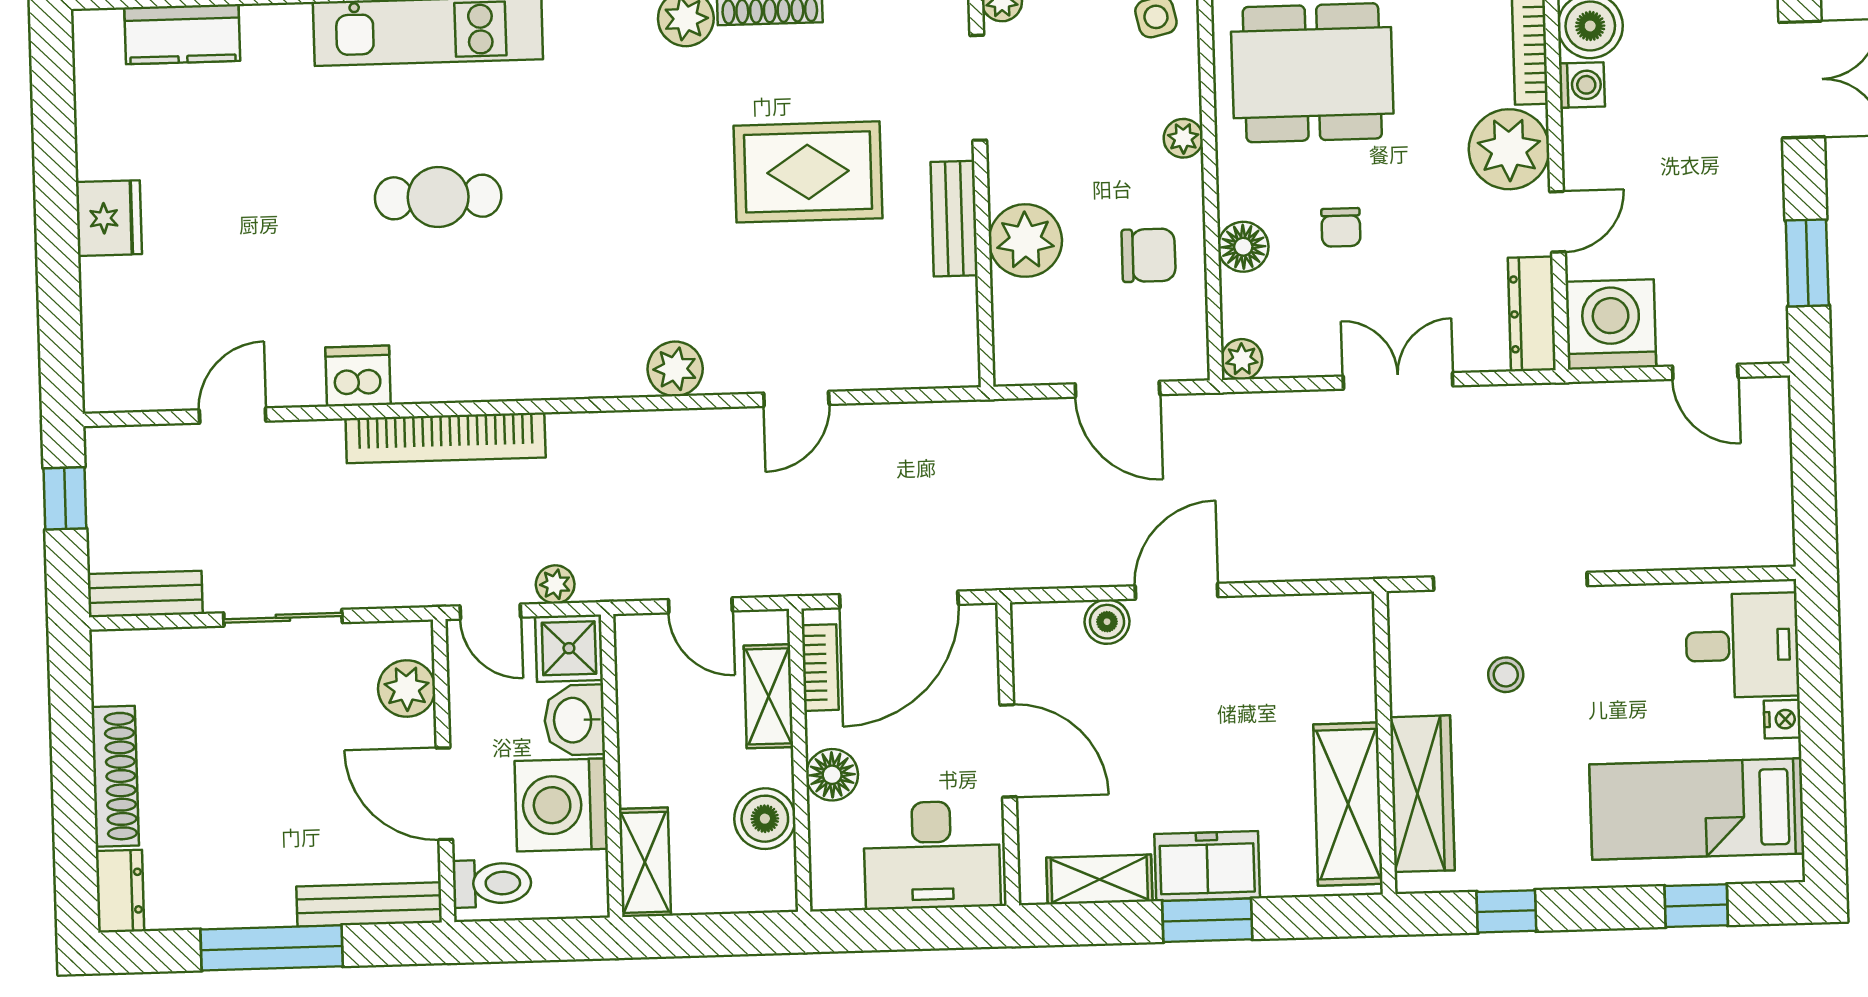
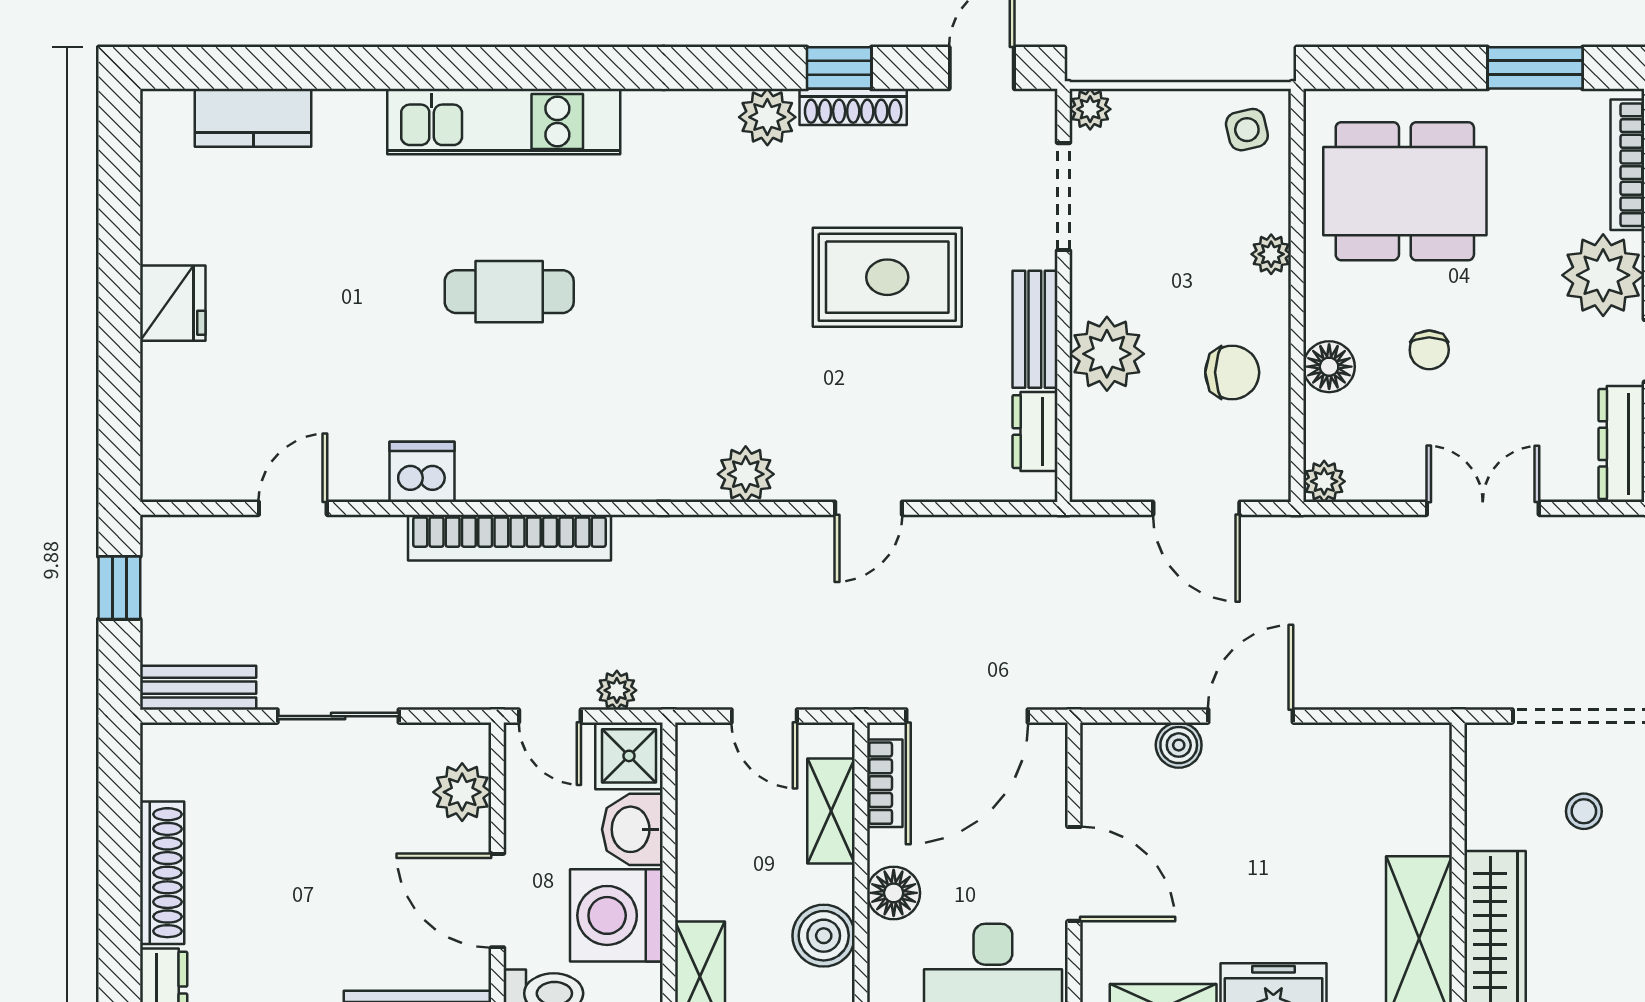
dresser: (957, 319) -> (1035, 432), added

